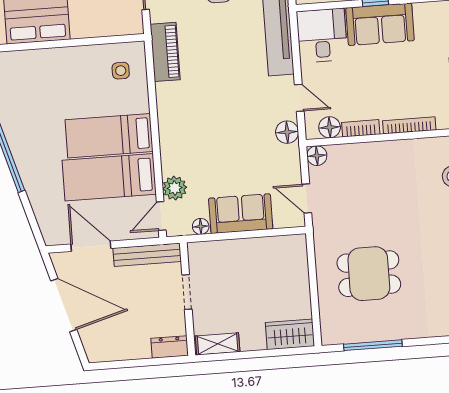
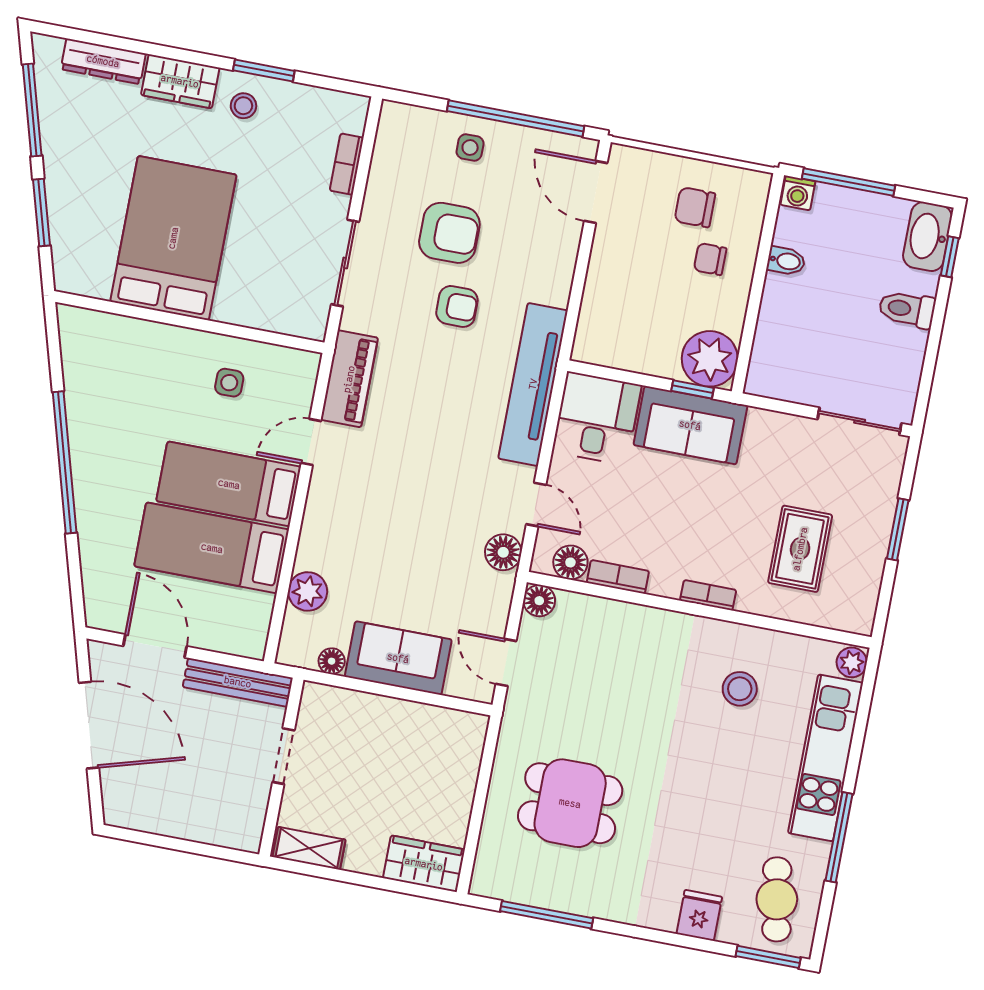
side table: (121, 71) -> (229, 383), moved
bookcase: (409, 125) -> (708, 595), width x0.64
door: (161, 216) -> (311, 442), moved
dresser: (170, 347) -> (234, 833), removed

